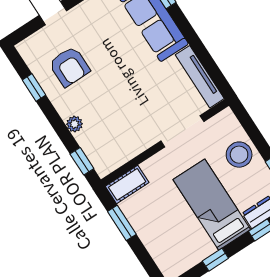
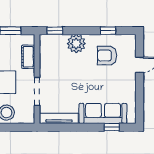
plant: (75, 124) -> (76, 44), width x1.87, depth x1.87
cot: (127, 184) -> (28, 57), moved

